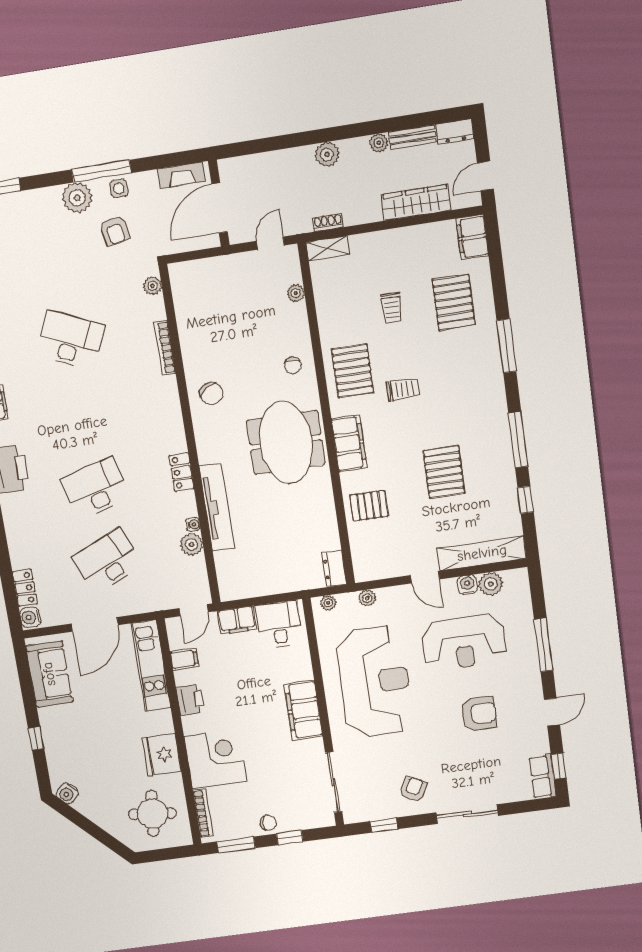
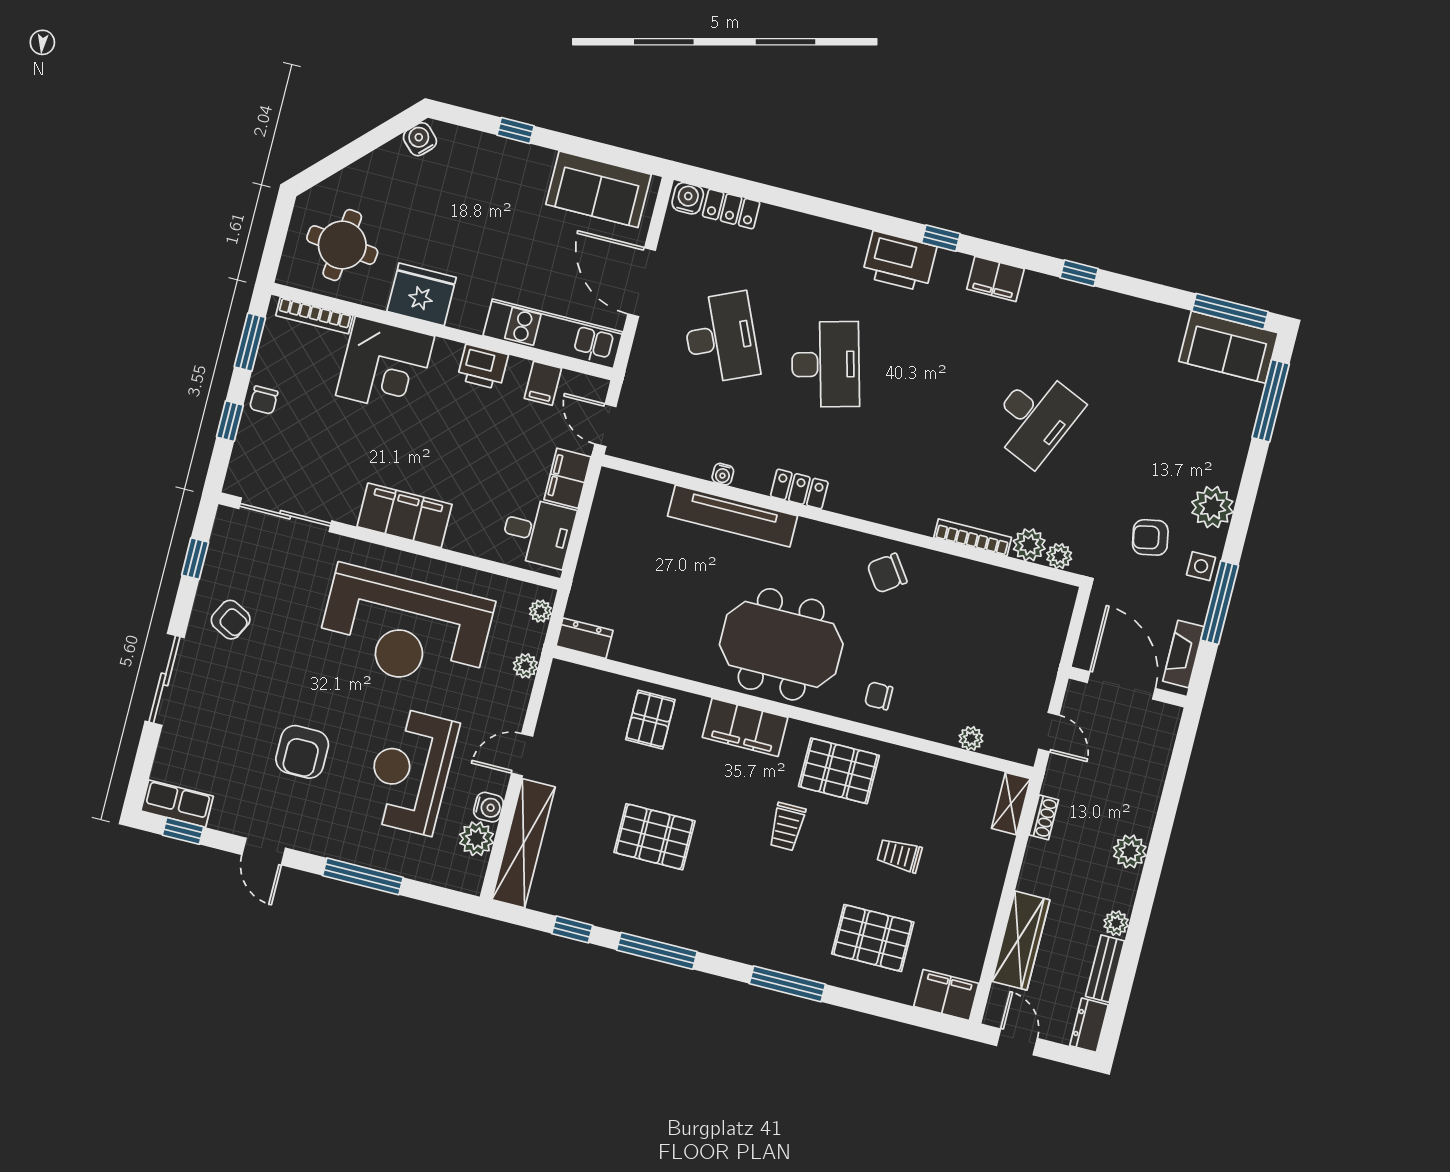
window: (102, 171) -> (1220, 603), moved
plant: (191, 544) -> (1029, 545), moved

